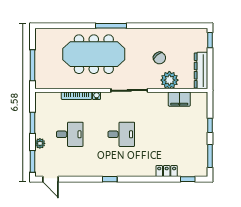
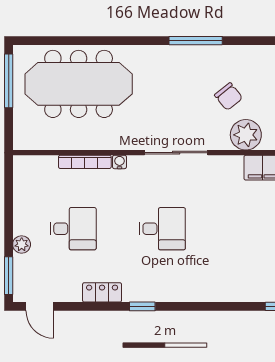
window: (111, 26) -> (196, 41), moved
meeting table: (94, 54) -> (79, 84), moved
window: (32, 65) -> (9, 81), moved
window: (32, 123) -> (9, 209), removed
locker: (167, 171) -> (102, 292), moved

